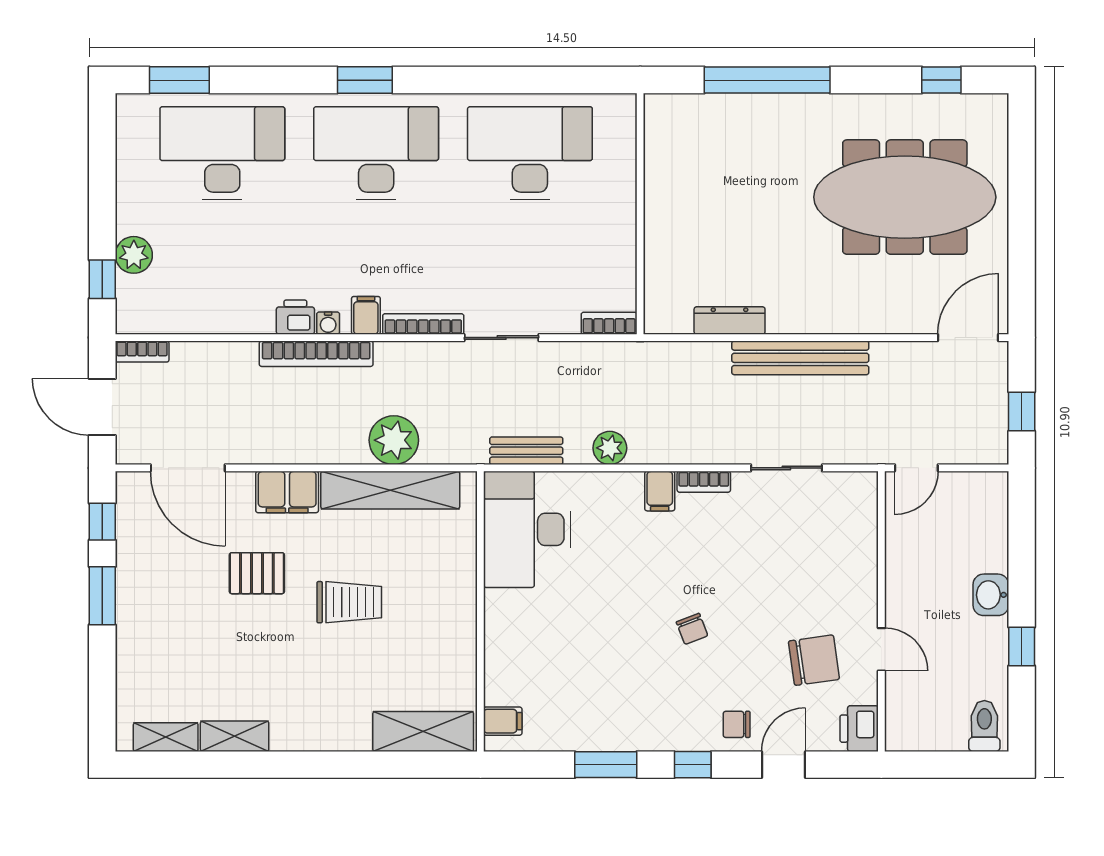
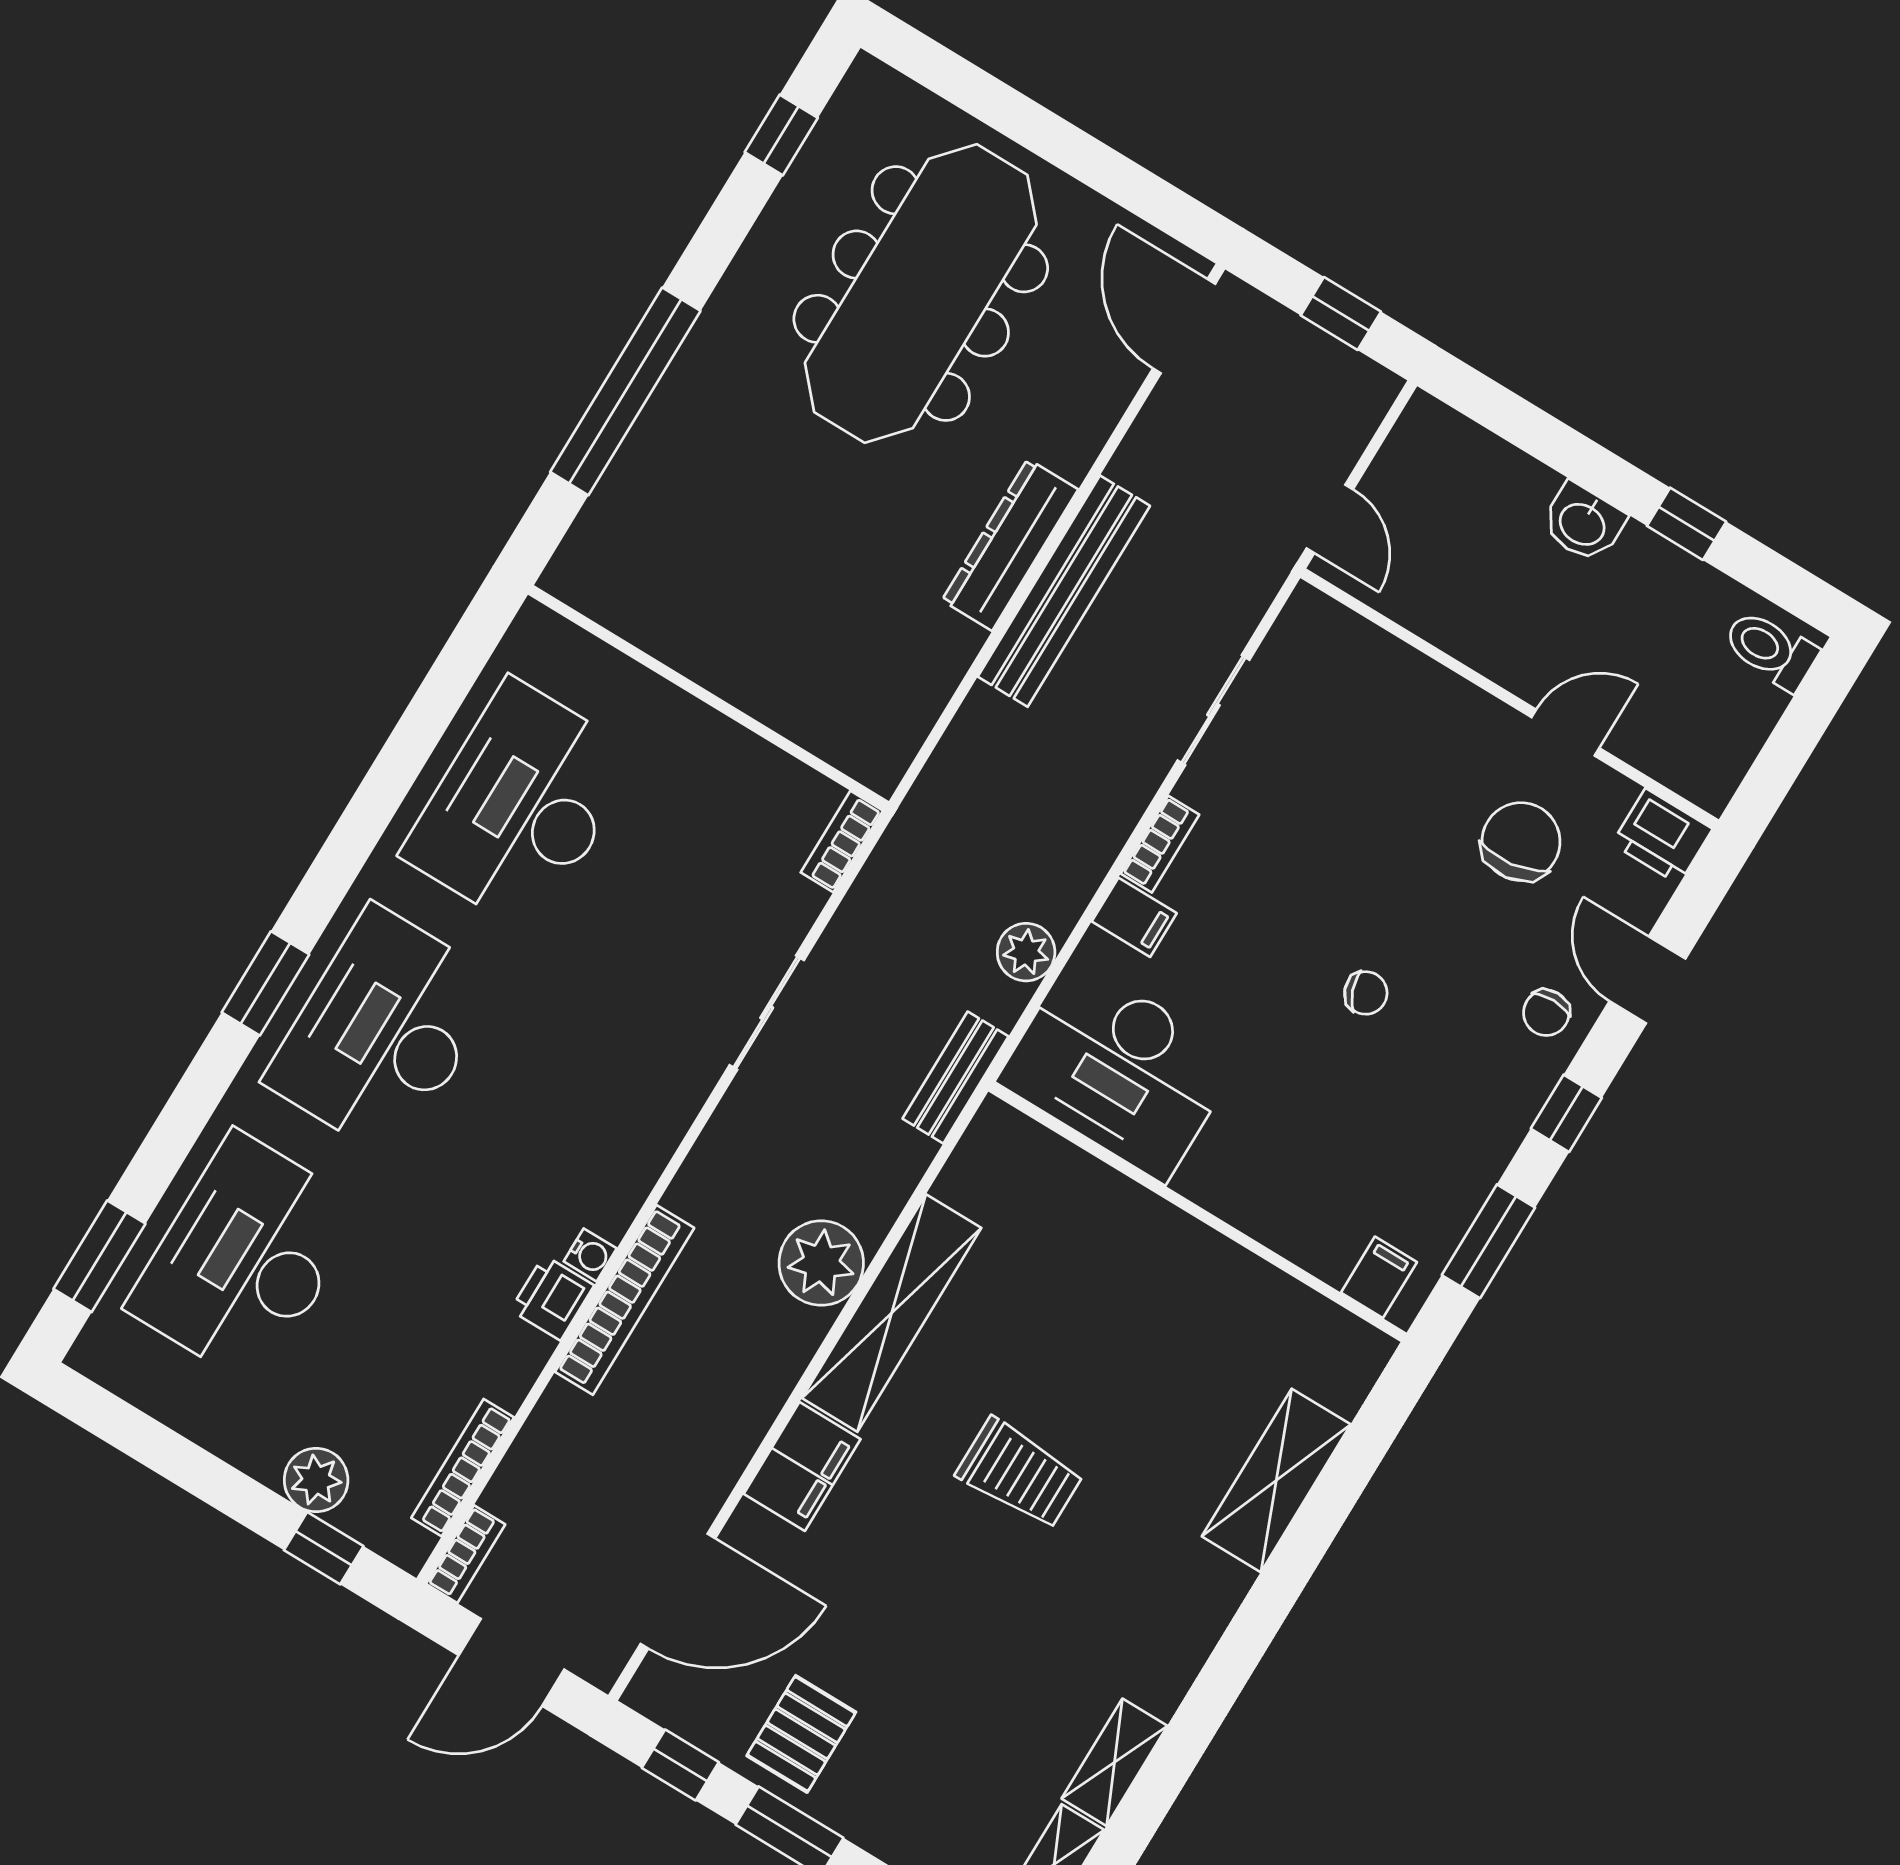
filing cabinet: (366, 315) -> (613, 1192), removed
dresser: (730, 320) -> (1010, 545), moved, width x1.37, depth x1.24
bookcase: (423, 324) -> (463, 1468), moved
desk: (527, 529) -> (1119, 1070), moved
pallet: (257, 573) -> (801, 1734), moved
trolley: (349, 602) -> (1020, 1474), turned 90
wall: (480, 611) -> (1197, 1212), moved
filing cabinet: (503, 721) -> (1379, 1277), moved

